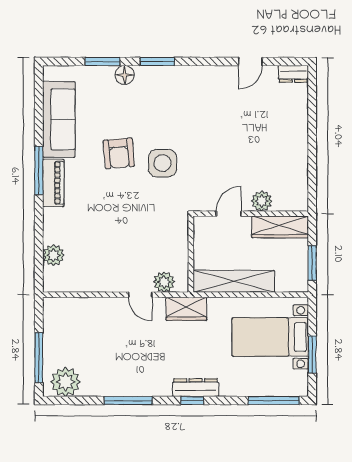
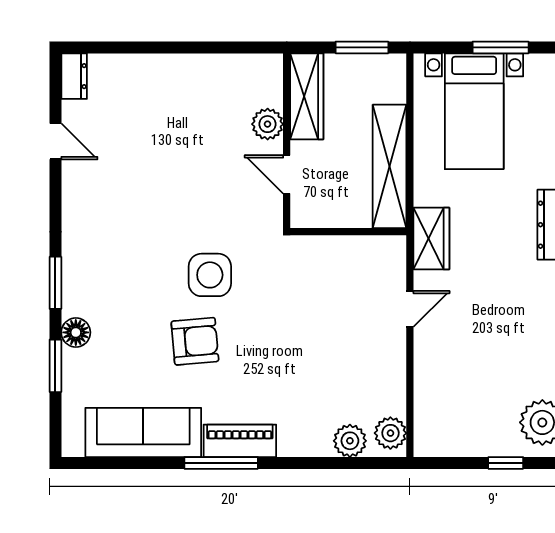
plant: (164, 282) -> (390, 433), moved
window: (39, 358) -> (506, 463), width x0.46

